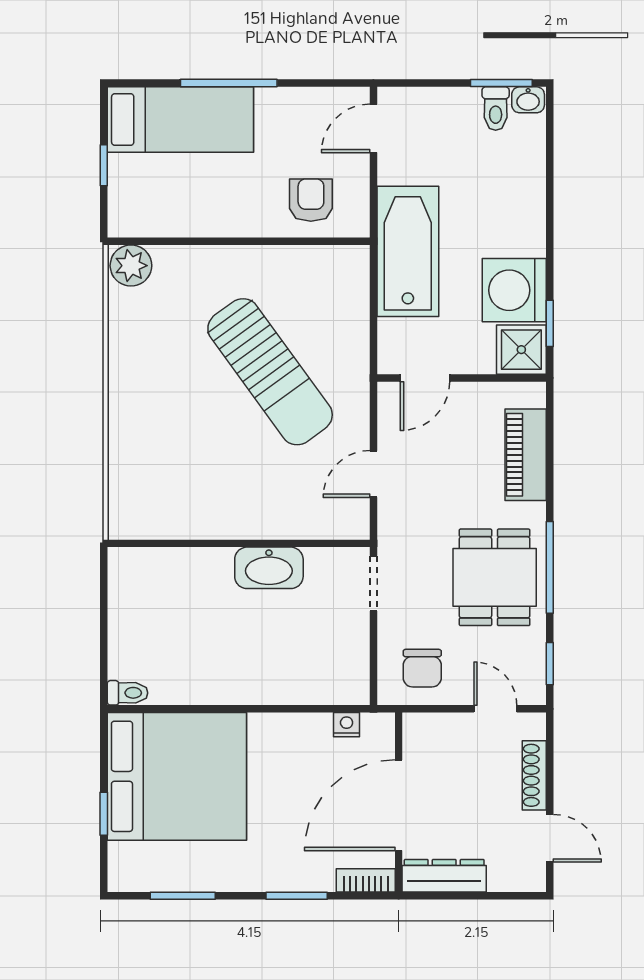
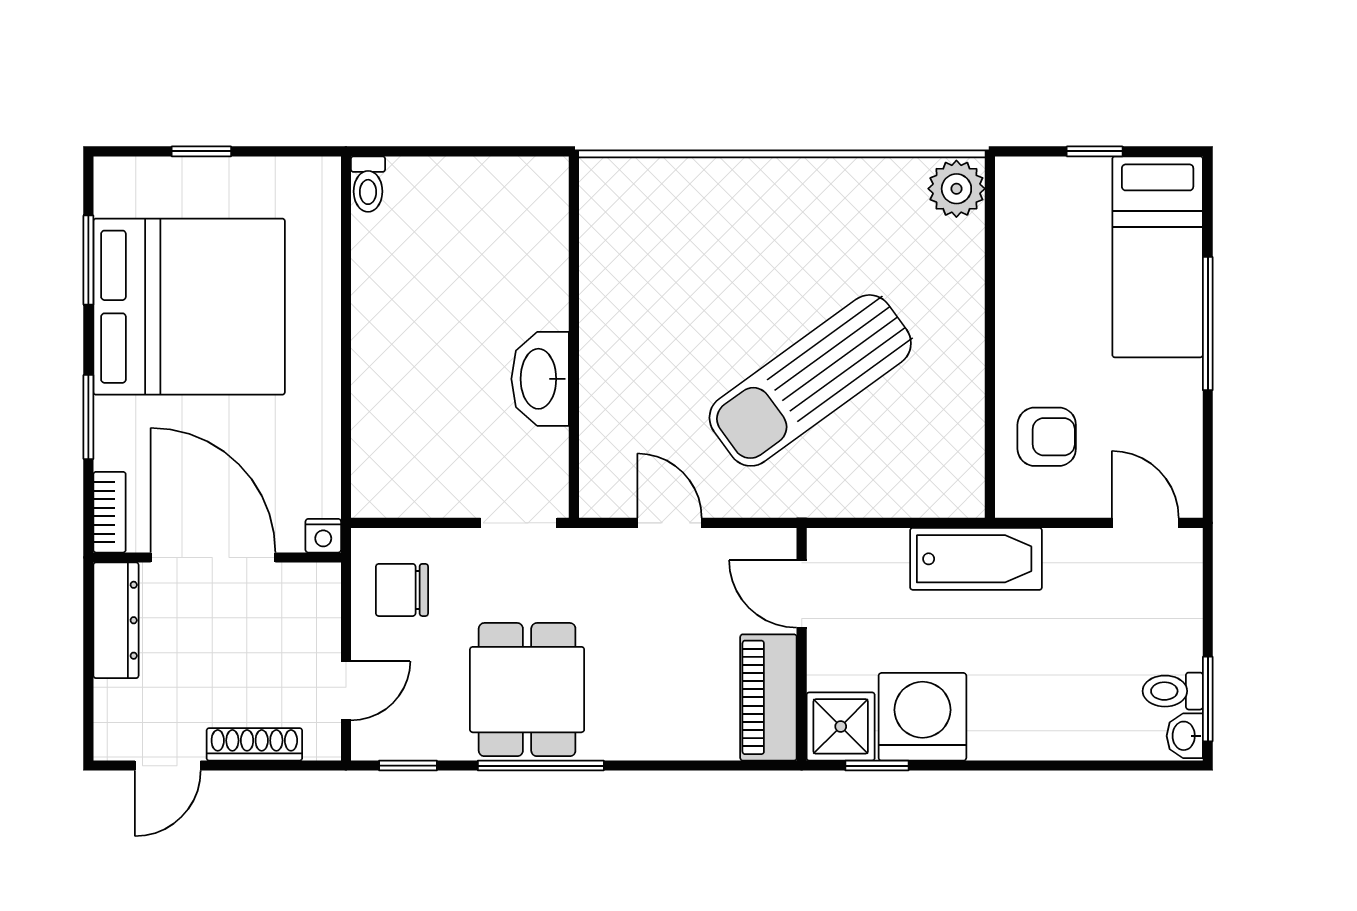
bathtub: (408, 251) -> (976, 559), width x0.73, depth x0.73
piano: (526, 455) -> (768, 697), moved, turned -90
dining table: (495, 577) -> (527, 690), turned 90
nightstand: (347, 725) -> (323, 536), moved, turned 90
bed: (177, 776) -> (189, 307), moved, turned -90

